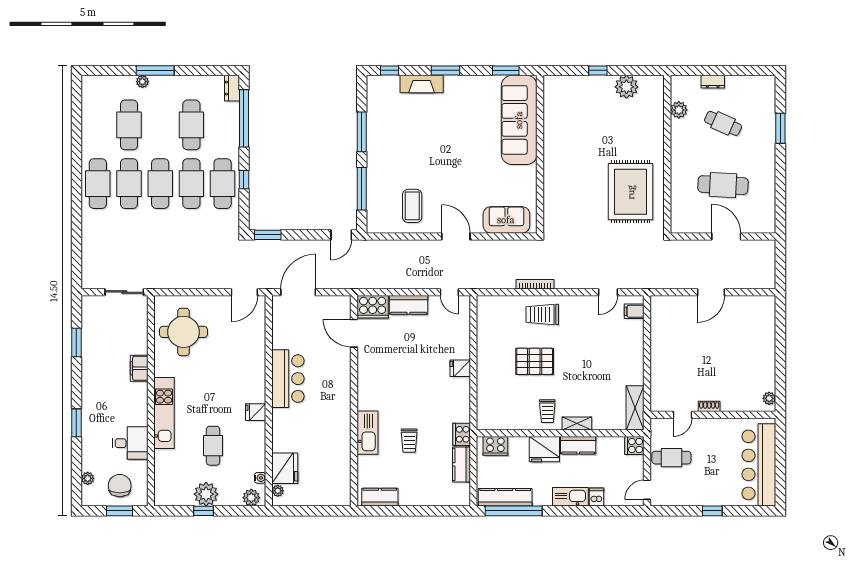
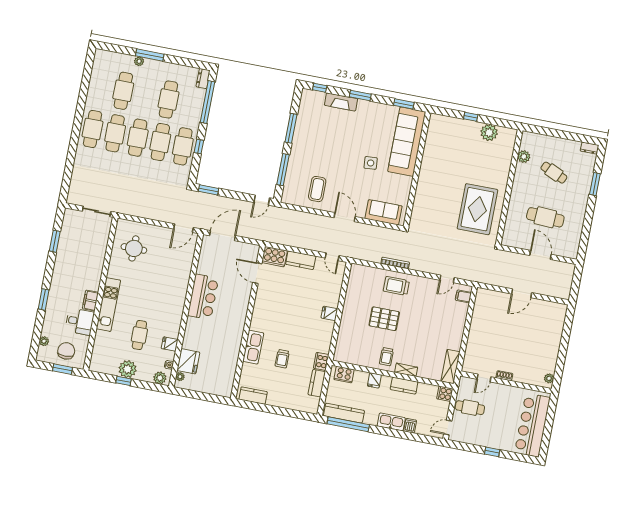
dresser: (713, 82) -> (590, 148), moved
side table: (477, 158) -> (371, 163), added
round table: (184, 332) -> (134, 248), width x0.73, depth x0.73
filing cabinet: (139, 368) -> (90, 301), moved
fridge: (256, 412) -> (170, 344), moved
fridge: (544, 449) -> (374, 380), width x0.53, depth x0.75

